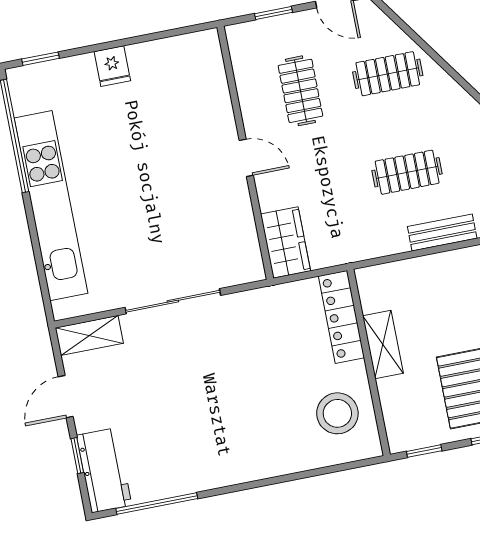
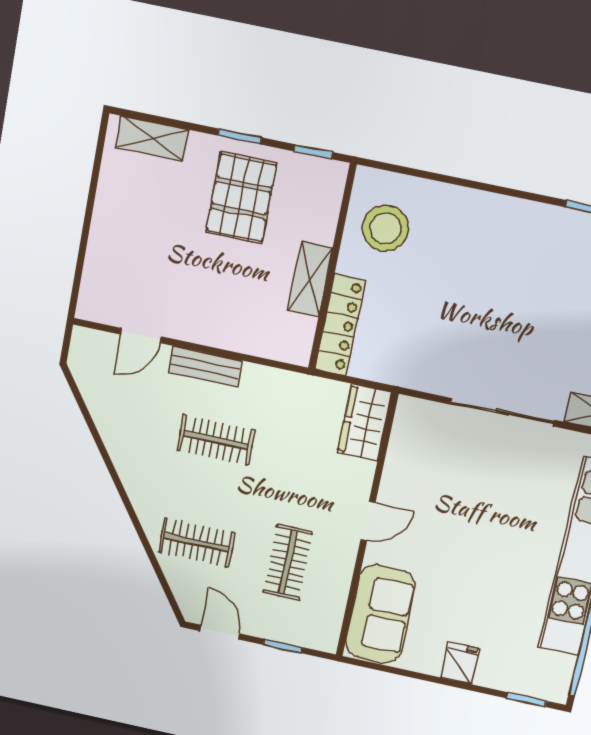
sofa: (201, 80) -> (380, 614), added
door: (246, 158) -> (368, 521), swing flipped

